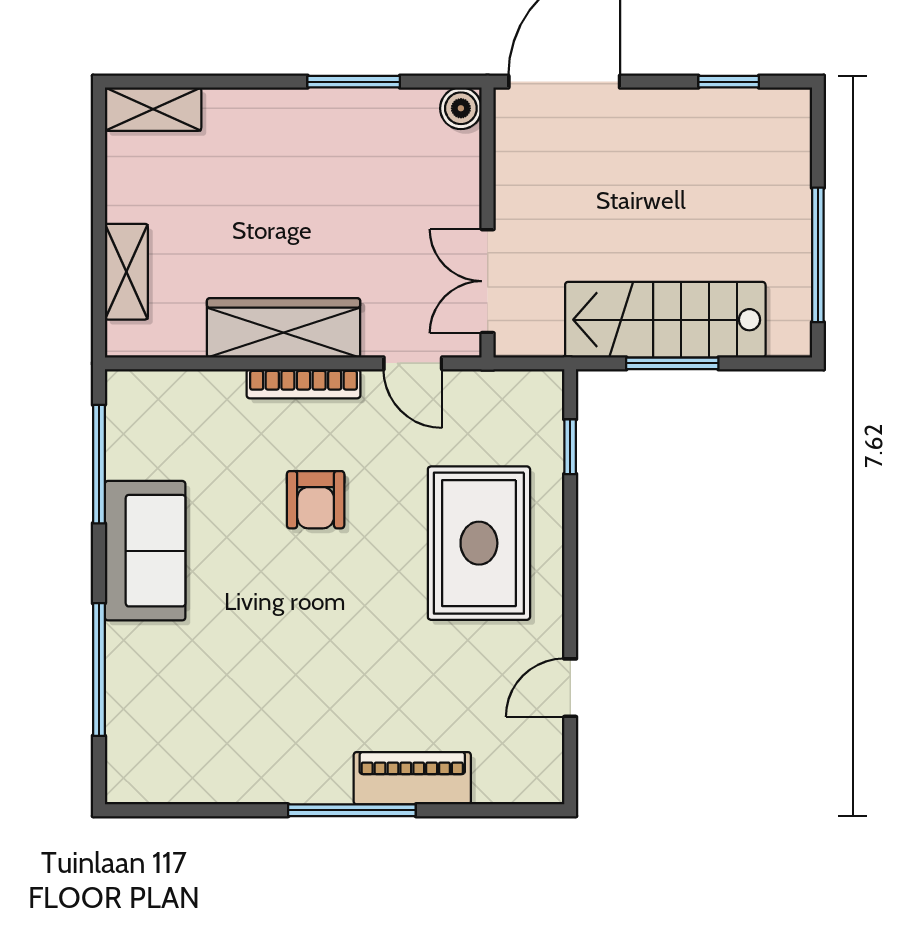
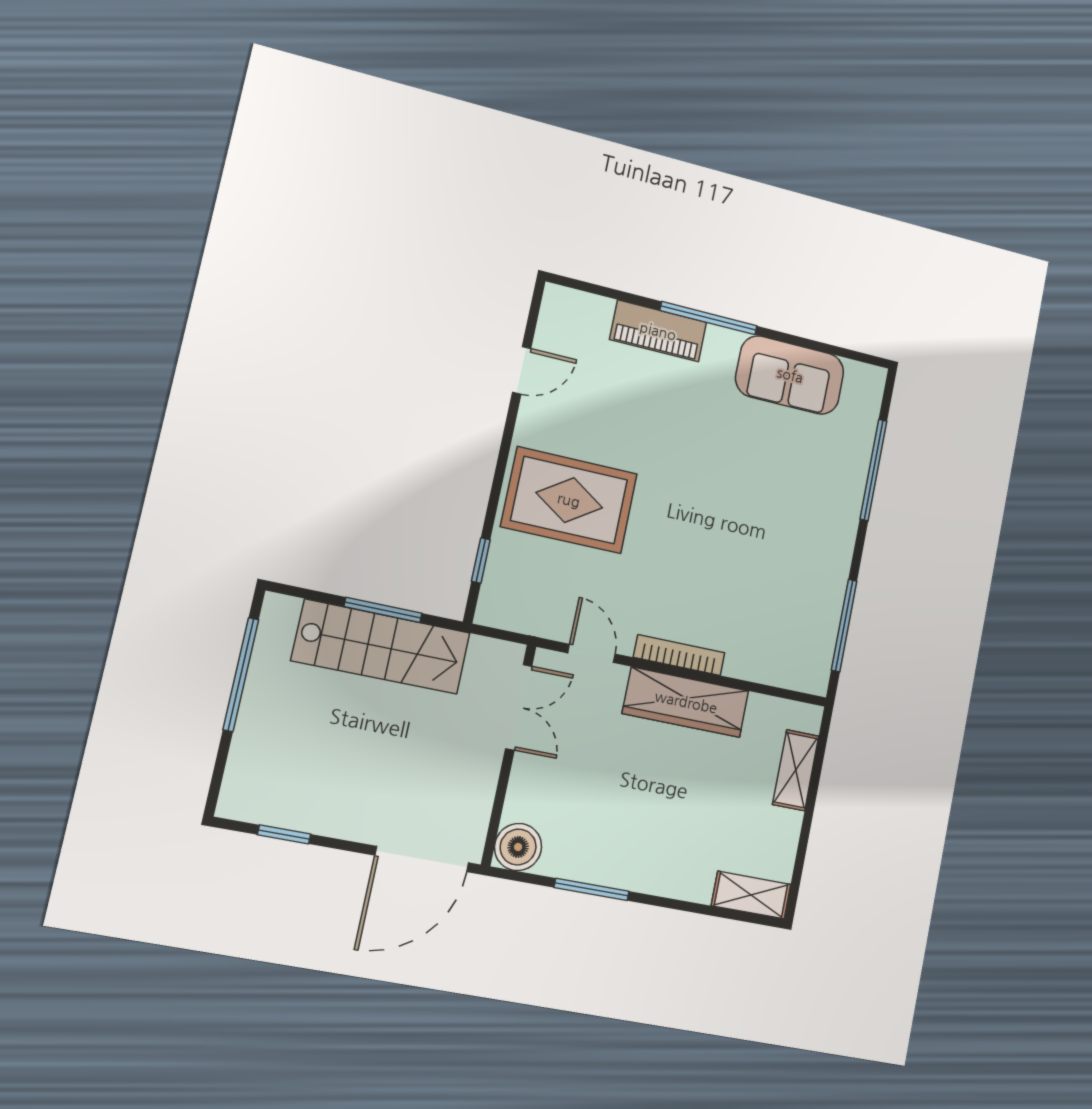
boiler: (461, 108) -> (518, 847), width x1.36, depth x1.36
armchair: (316, 500) -> (688, 562), removed
rug: (479, 543) -> (569, 500), turned 90
sofa: (145, 551) -> (790, 375), moved, turned -90

